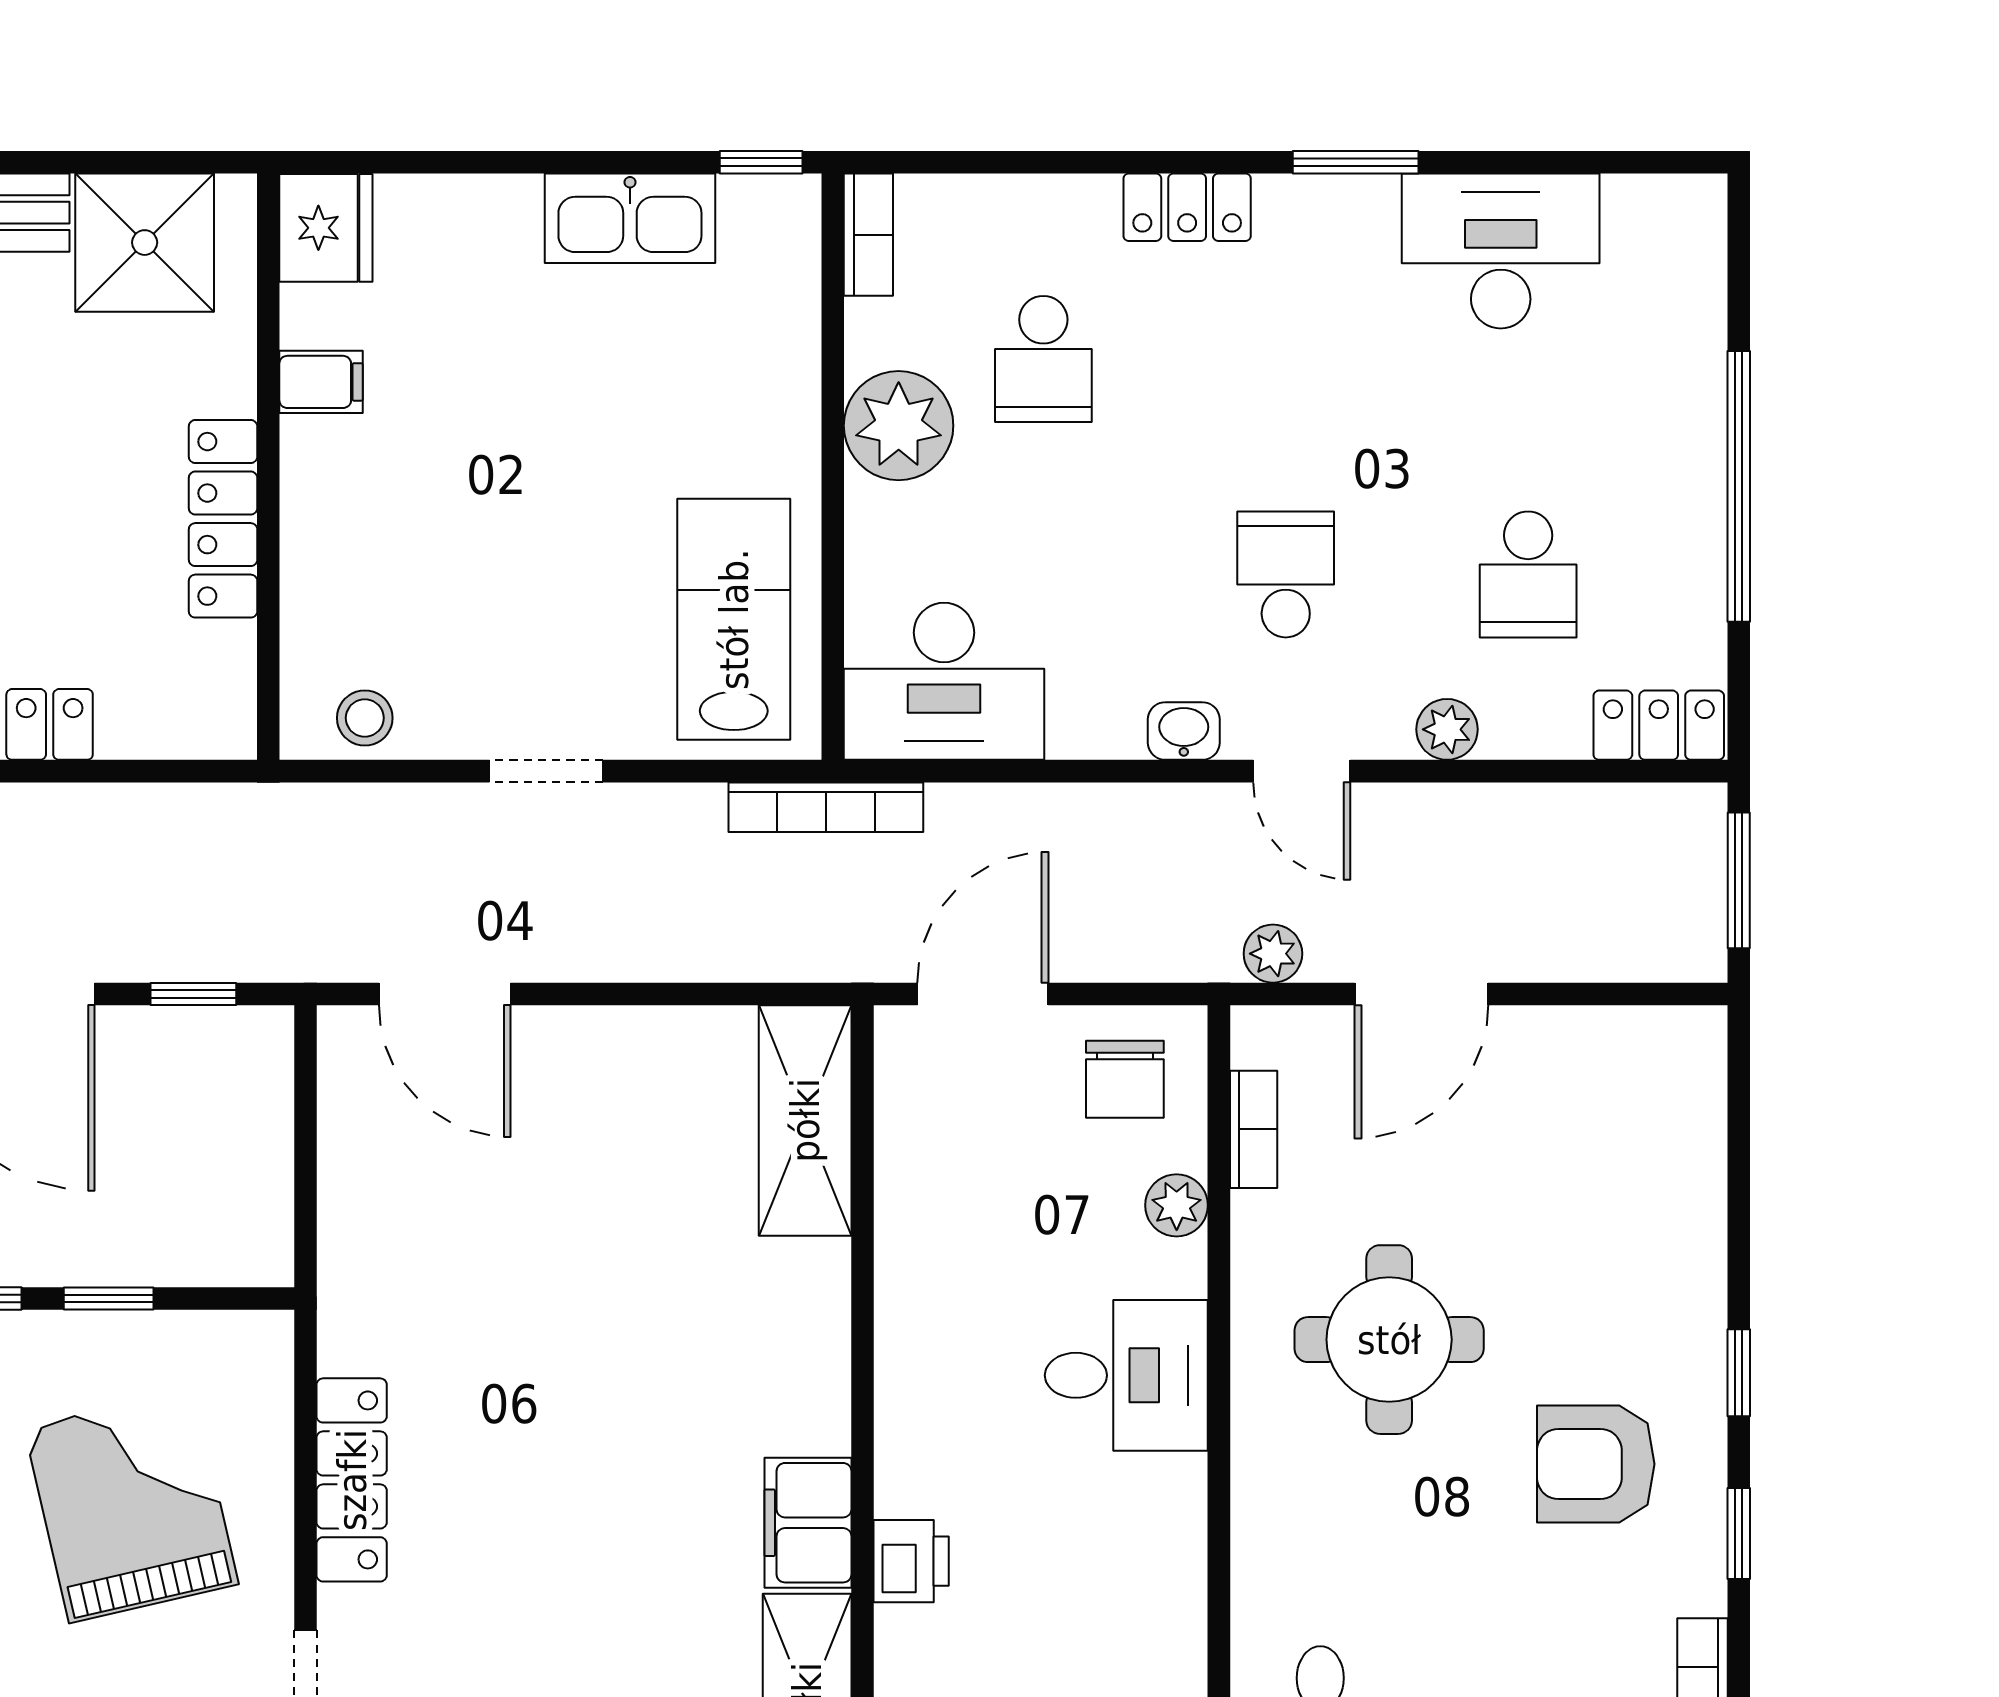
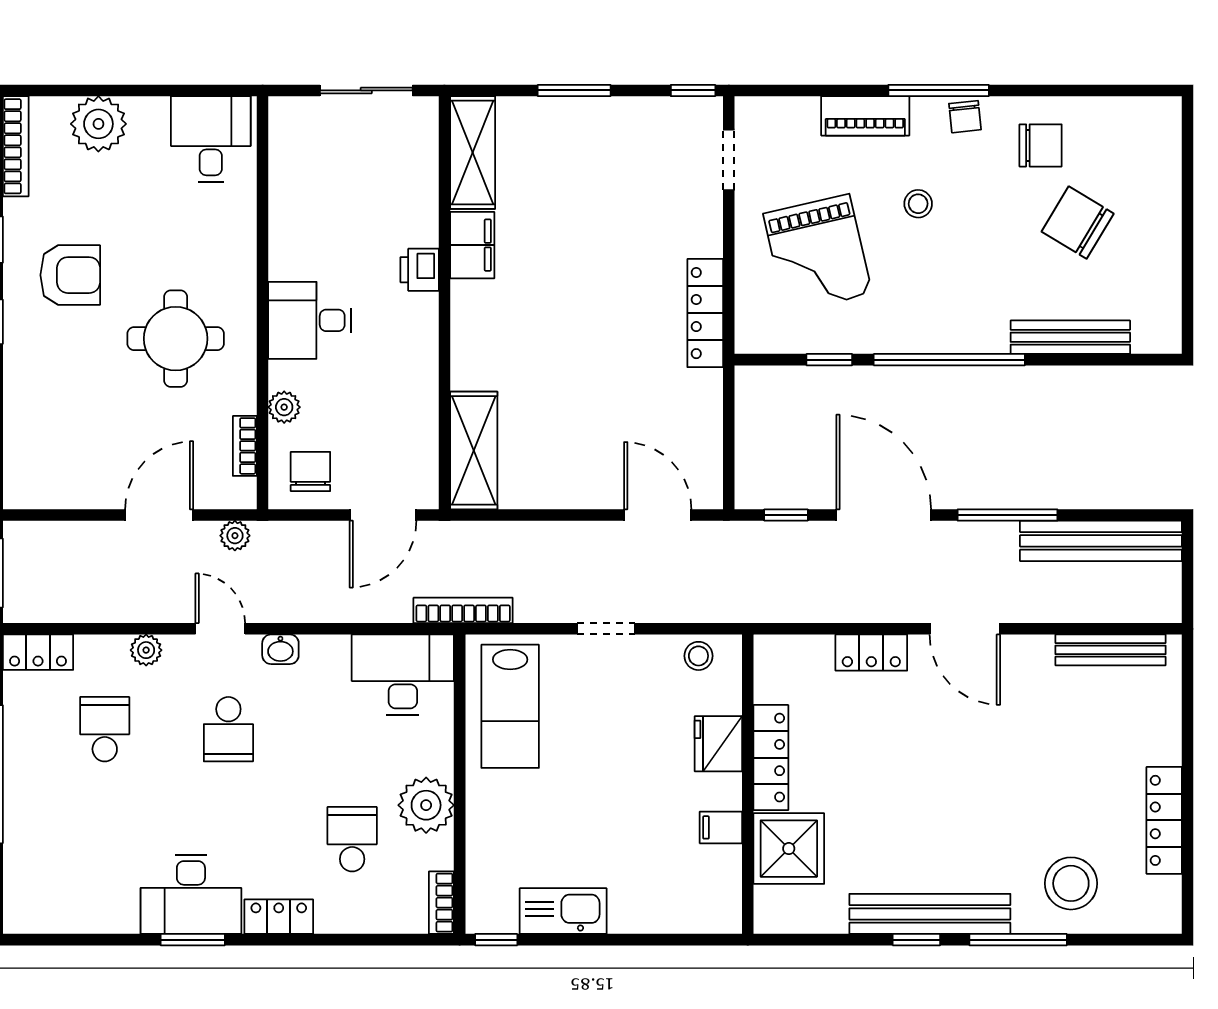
fridge: (326, 228) -> (718, 744), moved
shower: (145, 243) -> (789, 849), moved
desk: (1501, 251) -> (191, 894), moved
locker: (352, 1480) -> (705, 313), moved
printer: (911, 1561) -> (420, 270), moved

